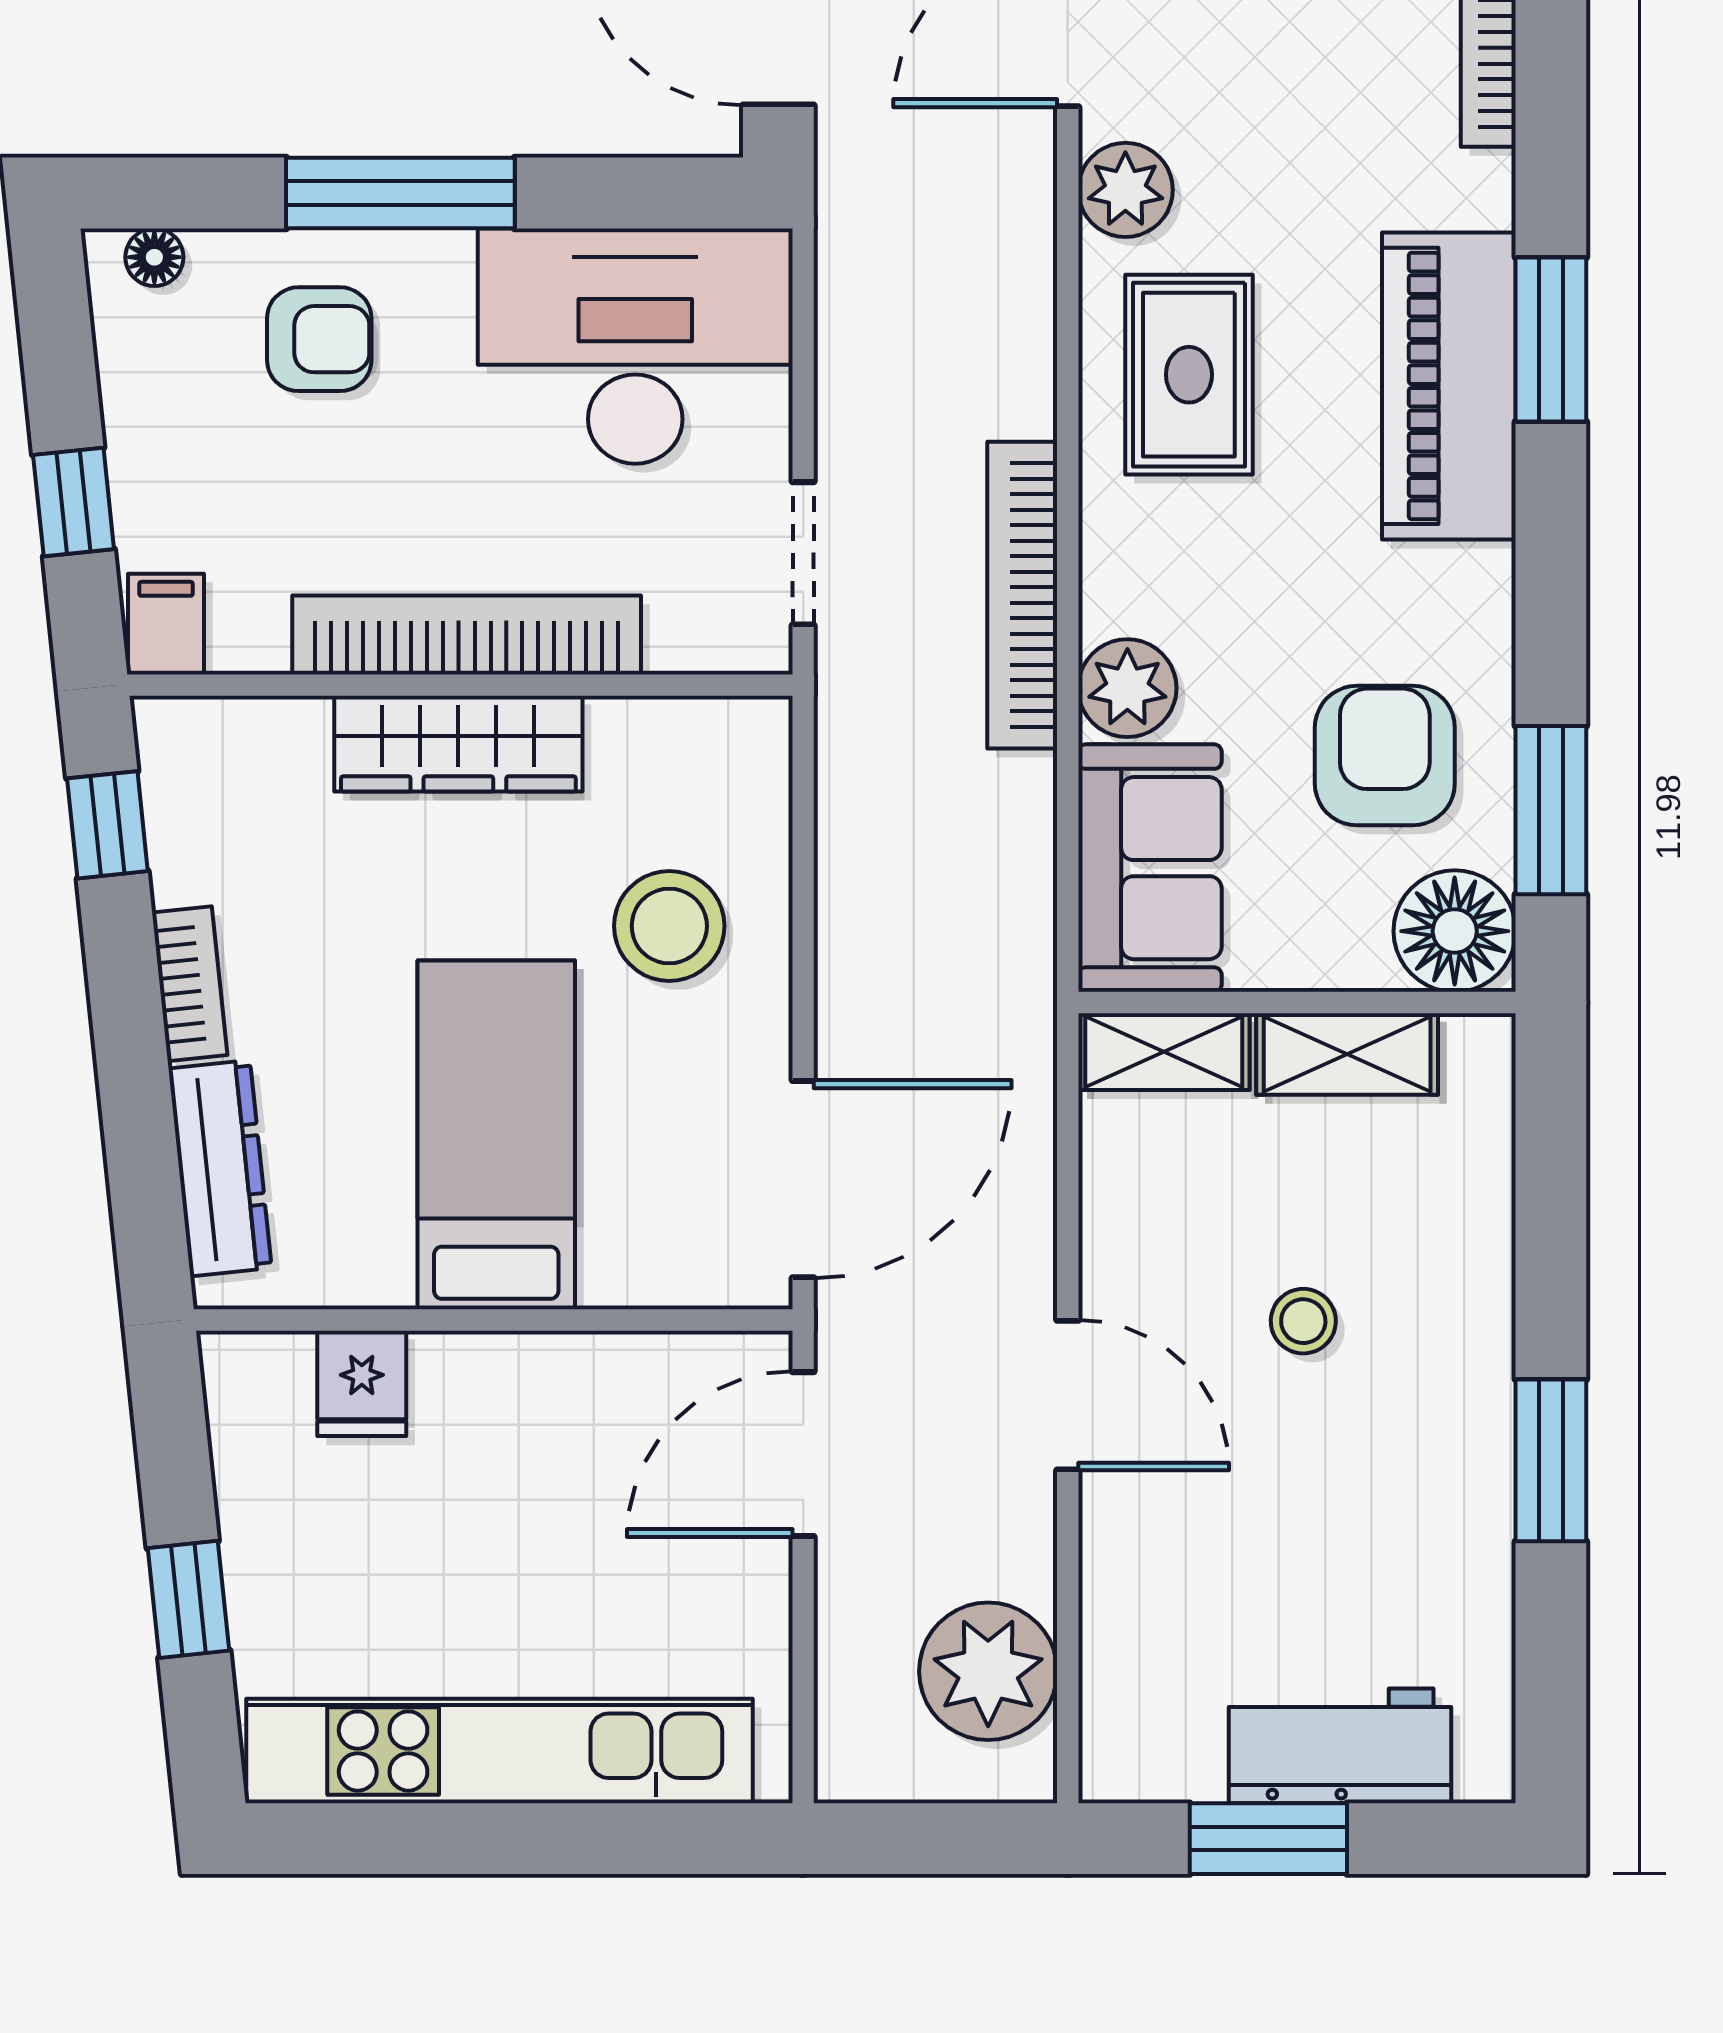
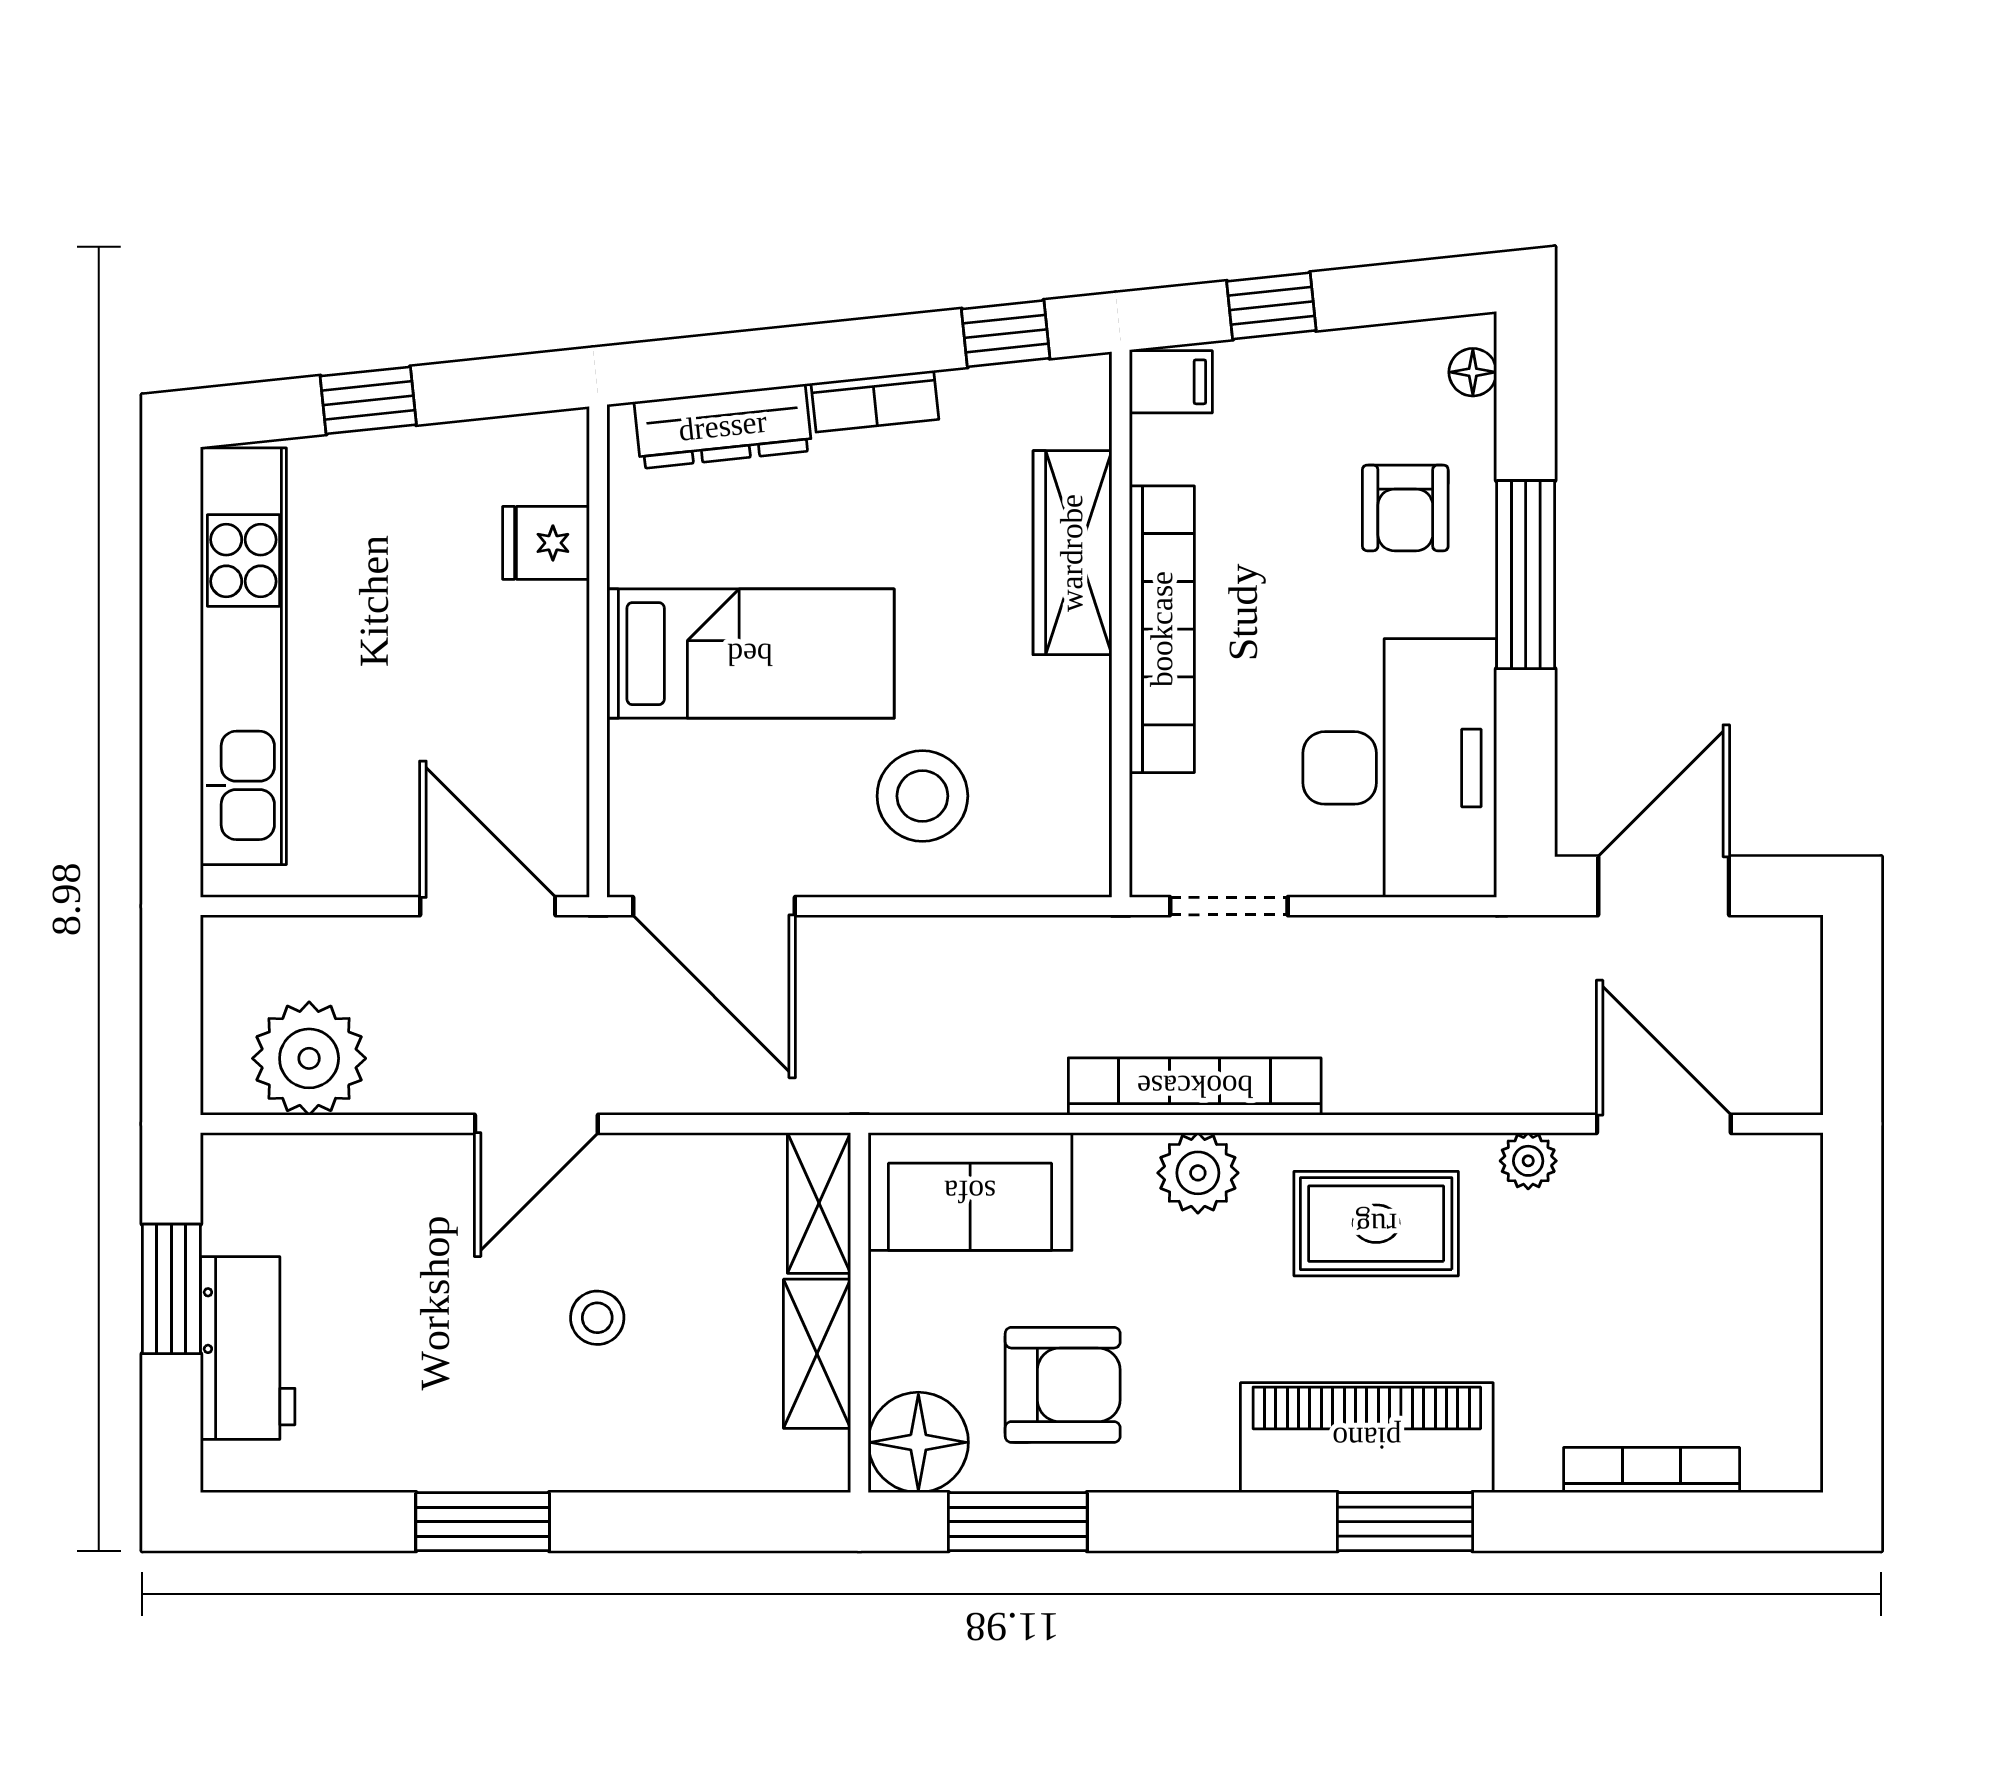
plant: (1125, 190) -> (1528, 1161), width x0.73, depth x0.73
plant: (1127, 688) -> (1198, 1173), moved
wardrobe: (458, 744) -> (1072, 553), moved

